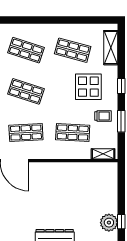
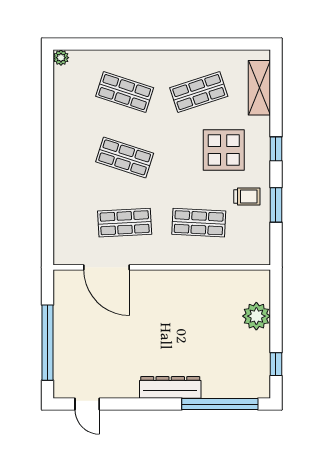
shop shelf: (73, 50) -> (199, 92), turned -33
shelving: (103, 154) -> (247, 257), removed
plant: (109, 223) -> (256, 316), moved

